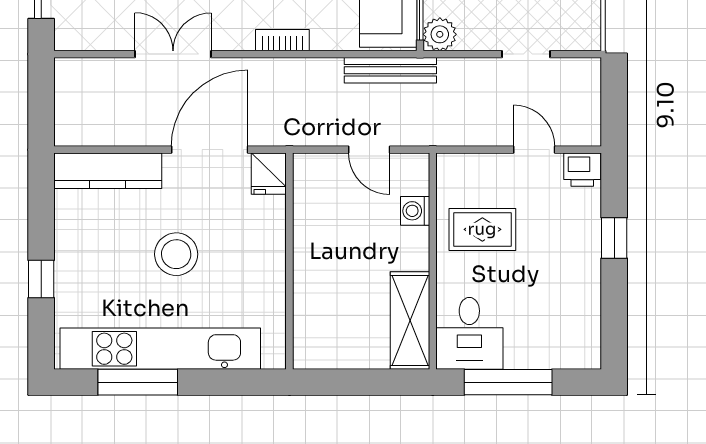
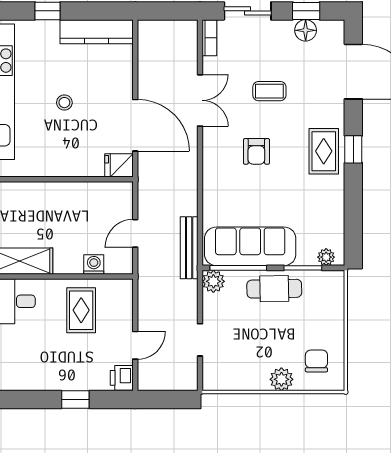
bookcase: (282, 40) -> (209, 38), moved
kitchen counter: (108, 171) -> (97, 32), moved, turned -90
stool: (176, 254) -> (64, 103), width x0.53, depth x0.53

